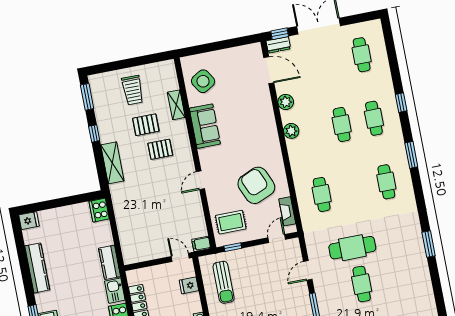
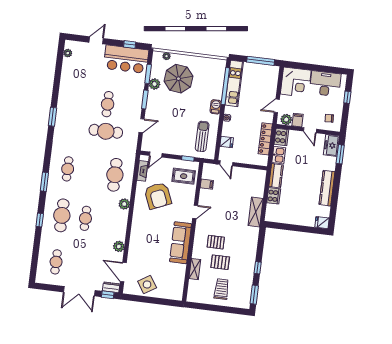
side table: (203, 81) -> (147, 284), moved
cafe table: (374, 118) -> (62, 215), width x1.37, depth x1.35
sofa: (205, 126) -> (181, 243), width x1.36
plant: (291, 131) -> (124, 204), moved
shelving: (112, 163) -> (256, 212), moved
cafe table: (322, 194) -> (115, 175), width x1.37, depth x1.35
cooker: (99, 210) -> (274, 196), moved
filing cabinet: (201, 244) -> (207, 184), moved

